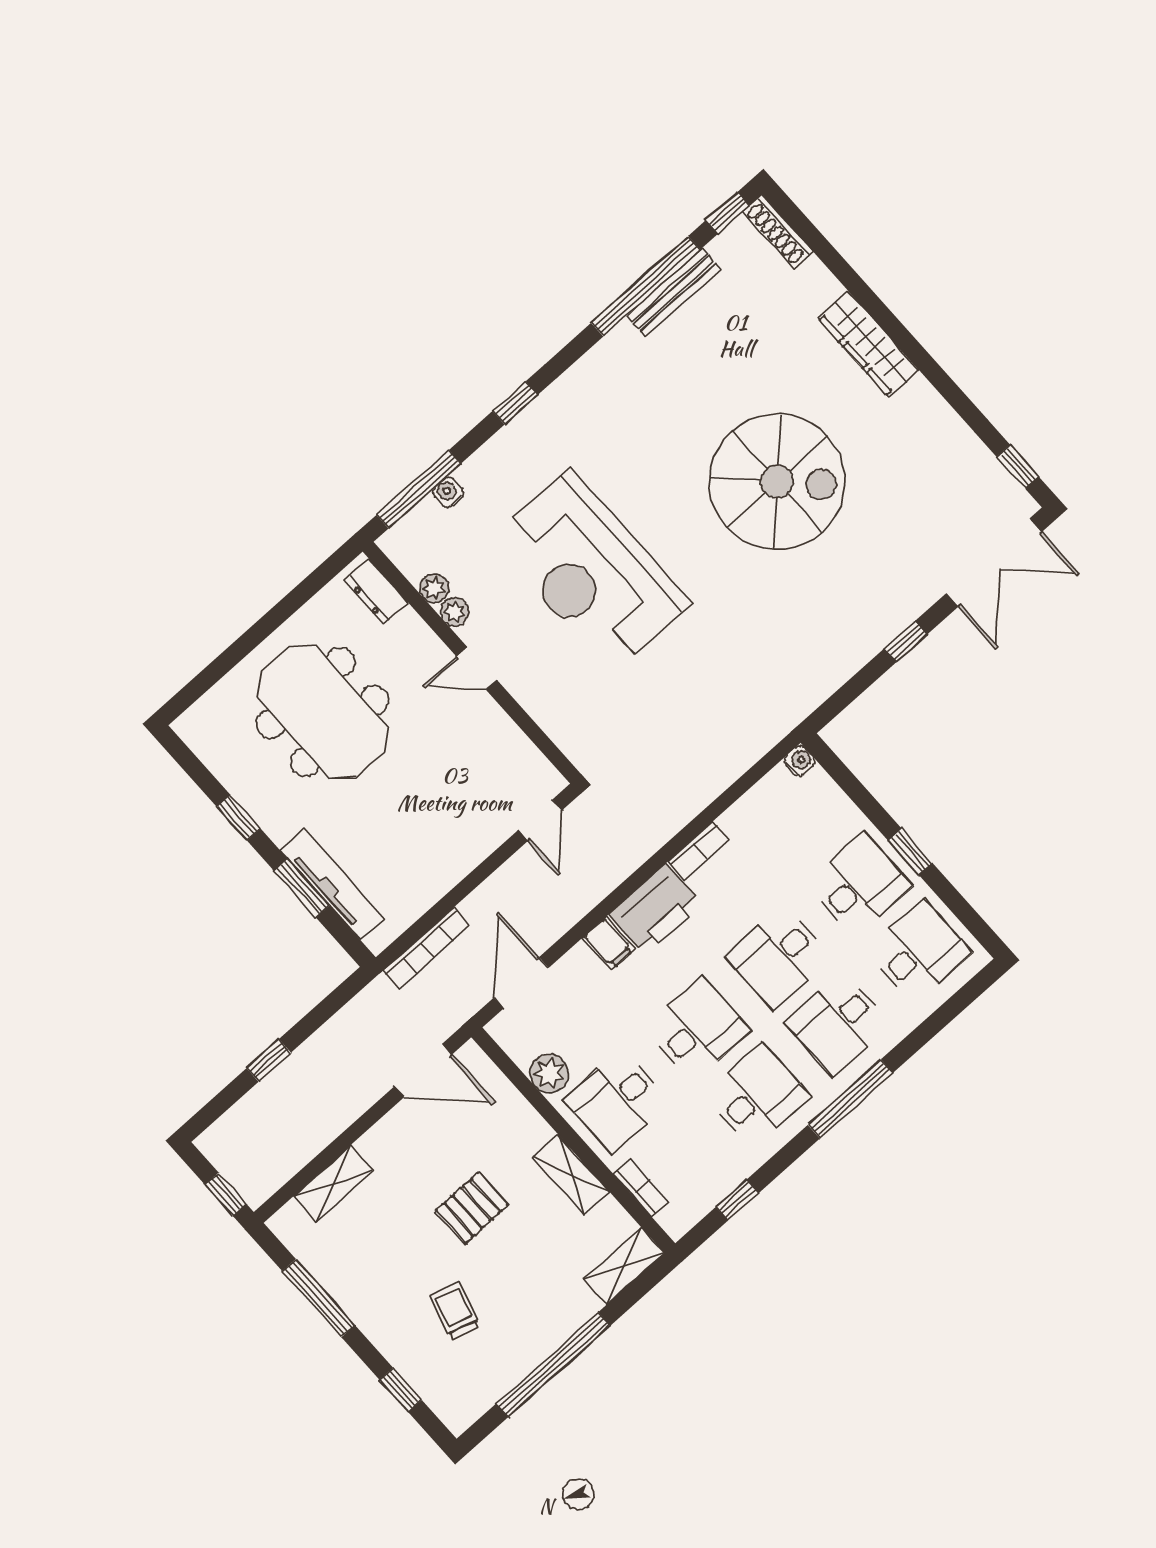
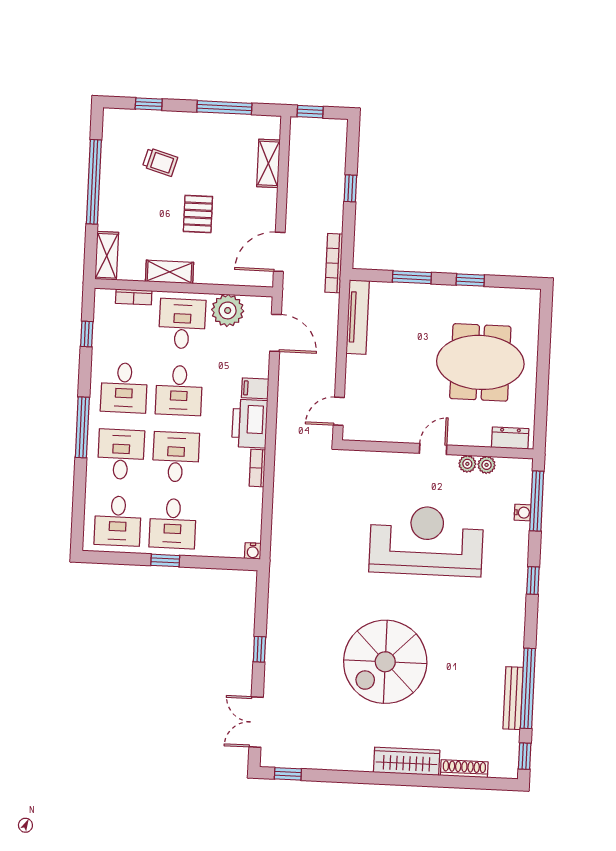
shoe rack: (778, 231) -> (464, 769), moved
double door: (994, 563) -> (256, 722), width x0.73
door: (540, 820) -> (339, 411), hinge flipped
tv unit: (332, 884) -> (358, 317), moved, turned -90
bookcase: (426, 948) -> (334, 263), moved
plant: (549, 1074) -> (228, 310), width x1.36, depth x1.36

